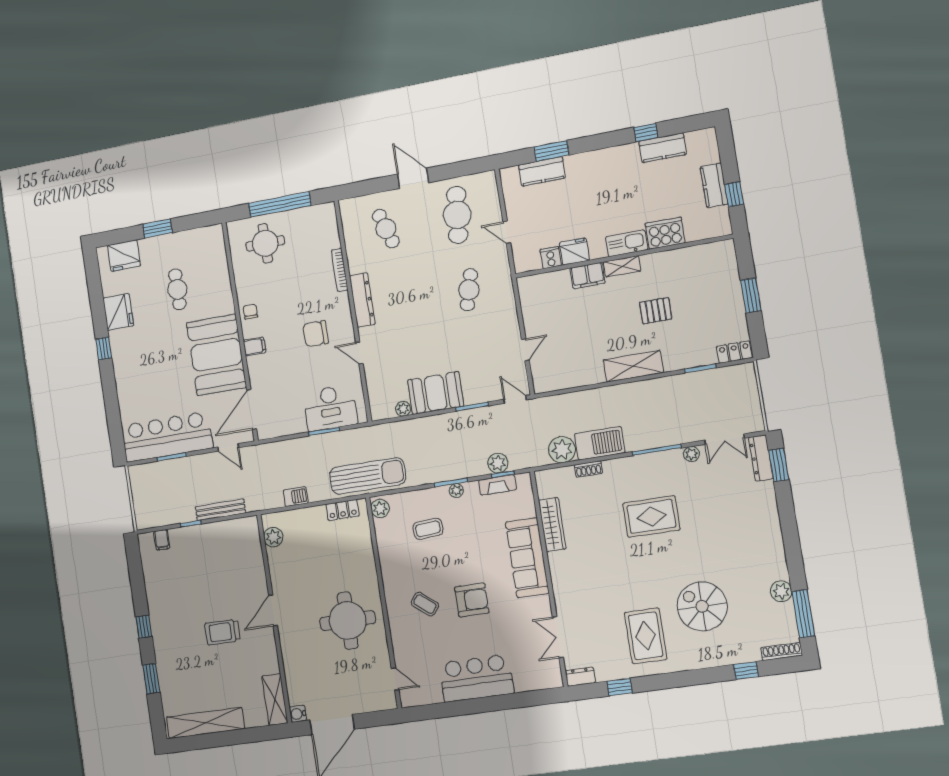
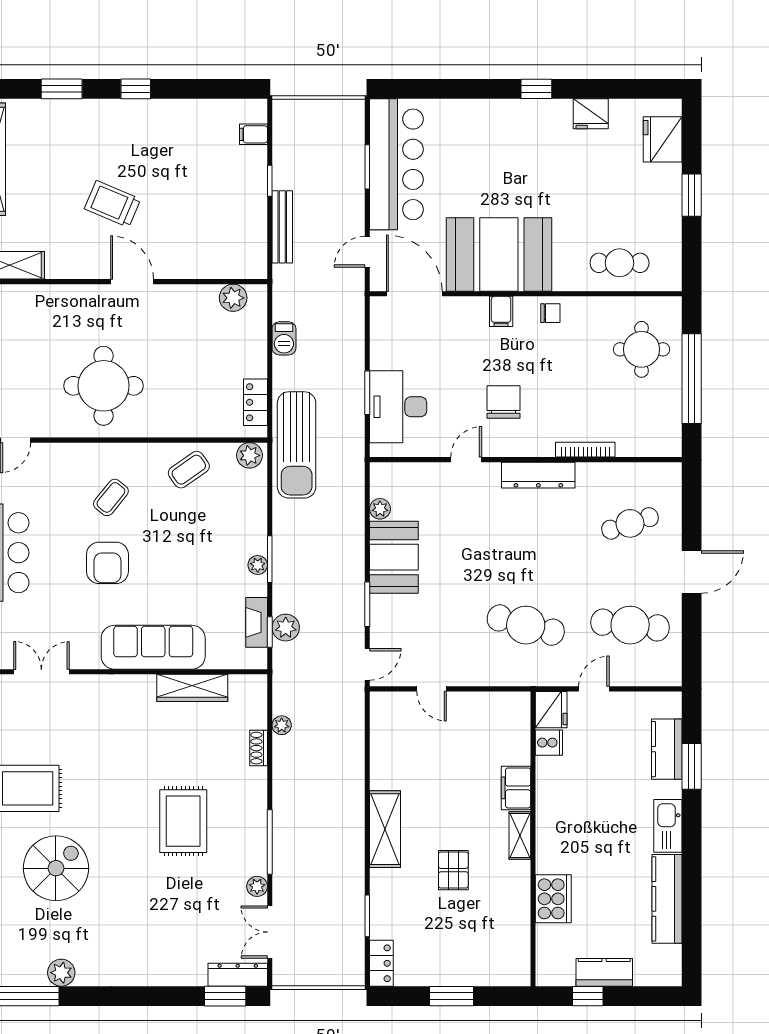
window: (646, 132) -> (692, 895), removed
kitchen counter: (663, 148) -> (667, 899), width x1.50
kitchen sink: (627, 243) -> (668, 826), moved, turned 180
fridge: (574, 251) -> (551, 710), moved
cafe table: (177, 289) -> (620, 263), moved
cafe table: (469, 290) -> (526, 625), width x1.37, depth x1.35
fridge: (118, 312) -> (591, 114), width x0.73, depth x0.75
barbecue: (600, 443) -> (290, 768), removed
plant: (562, 450) -> (282, 725), width x0.53, depth x0.53
coffee table: (428, 529) -> (189, 470), moved, turned 59
trolley: (223, 632) -> (112, 204), turned -67

